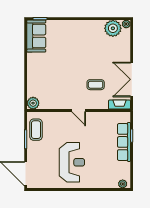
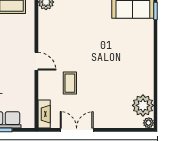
double door: (132, 79) -> (77, 130), width x0.73
door: (79, 111) -> (36, 61), swing flipped

